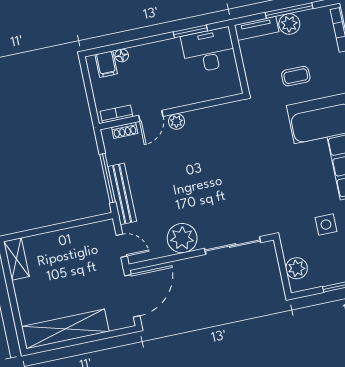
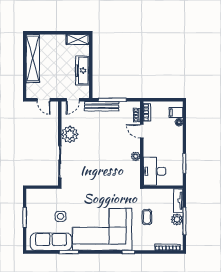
desk: (209, 50) -> (155, 171), moved, turned 180
plant: (177, 121) -> (136, 156), moved
freezer: (68, 240) -> (82, 71), added
plant: (297, 268) -> (40, 195), removed
door: (132, 296) -> (44, 100), width x0.53

